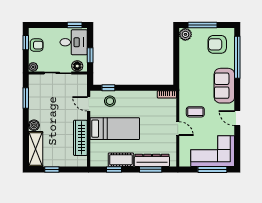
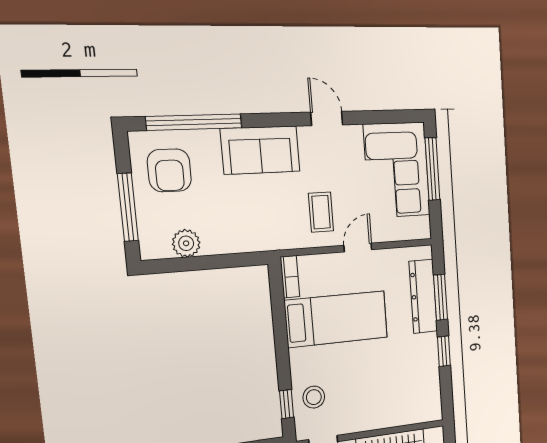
plant: (185, 34) -> (186, 243), moved
door: (237, 118) -> (327, 119), swing flipped
bed: (115, 129) -> (336, 319), moved, turned 90
cot: (121, 160) -> (426, 360), removed
window: (114, 169) -> (444, 351), moved

